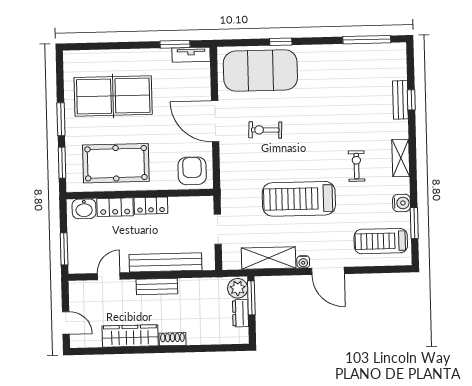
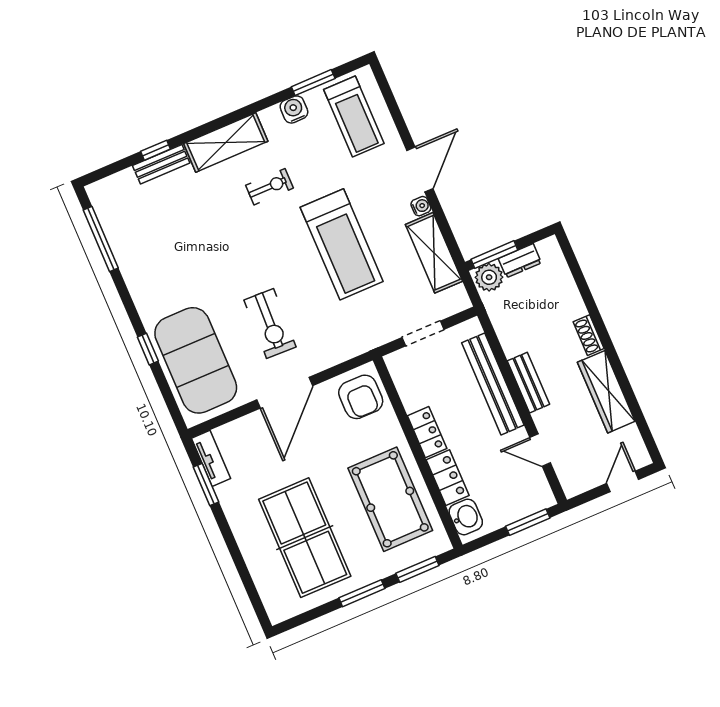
exercise bike: (265, 130) -> (270, 323), width x1.38, depth x1.39
shelving: (401, 158) -> (226, 142), width x1.50, depth x1.33
exercise bike: (357, 166) -> (270, 187), turned 180
armchair: (192, 171) -> (361, 397), turned -90

